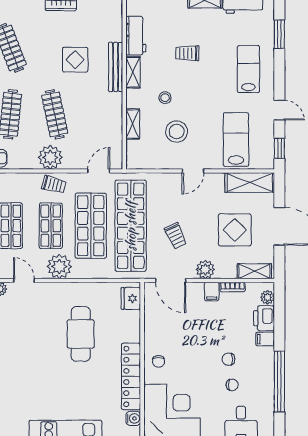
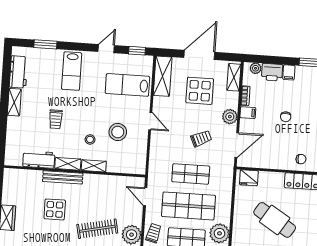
lab bench: (248, 69) -> (72, 71), turned -90
shelving: (133, 124) -> (94, 166), moved
shop shelf: (131, 226) -> (191, 174), width x0.50, depth x0.74
cafe table: (81, 334) -> (275, 220), turned 32
chair: (229, 359) -> (286, 117), moved

